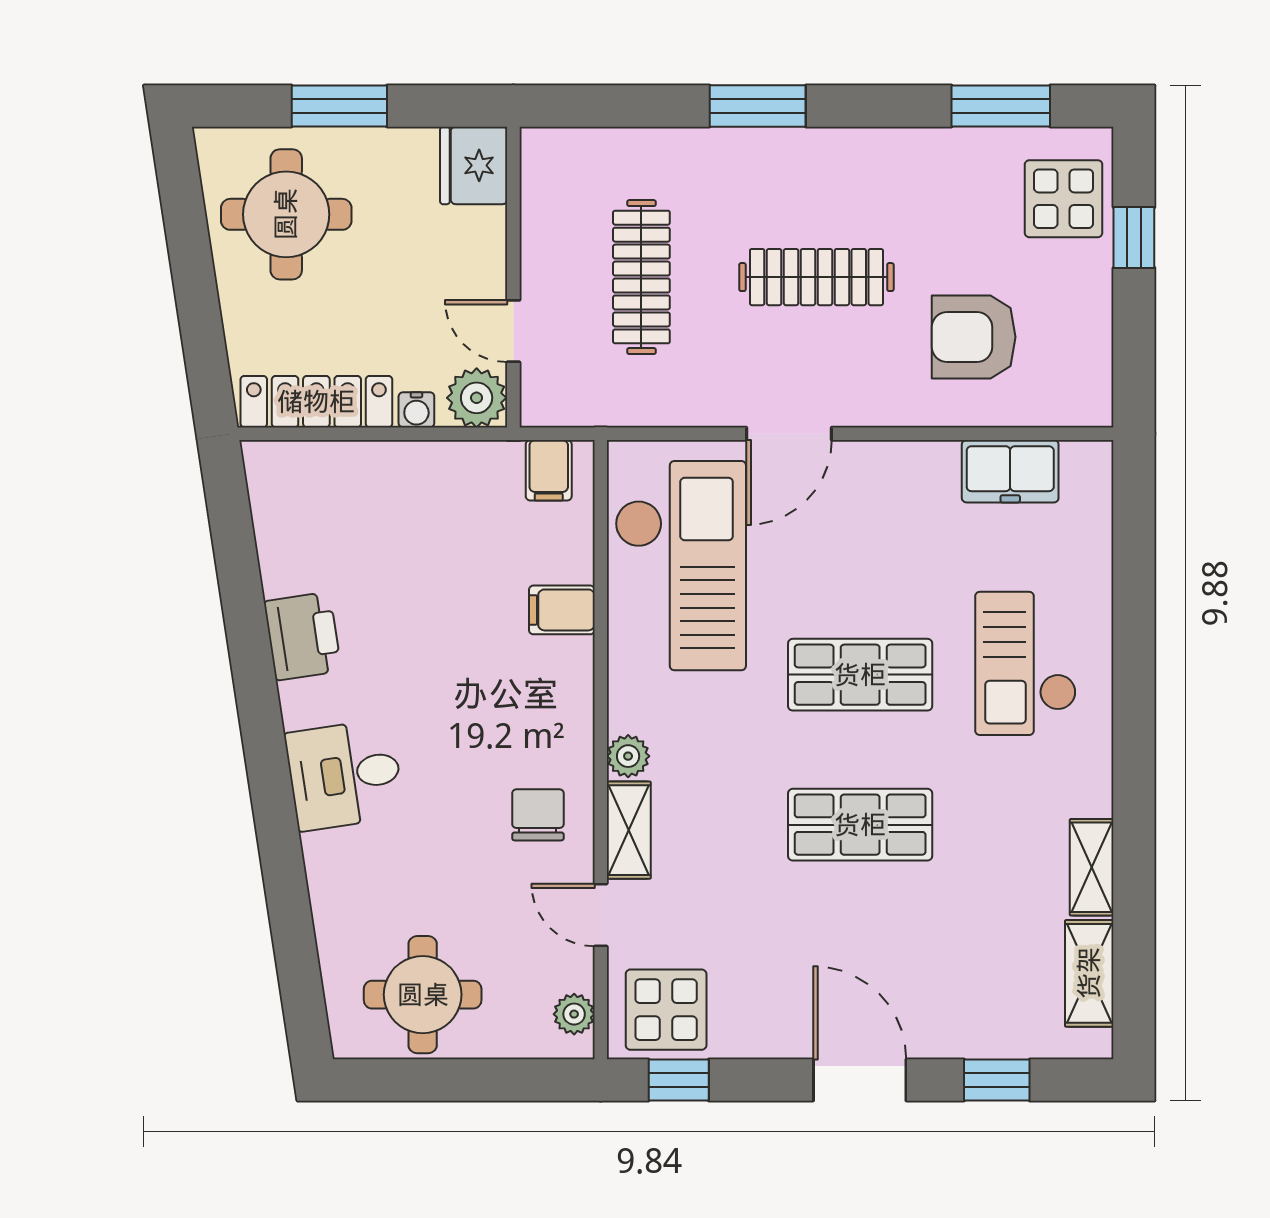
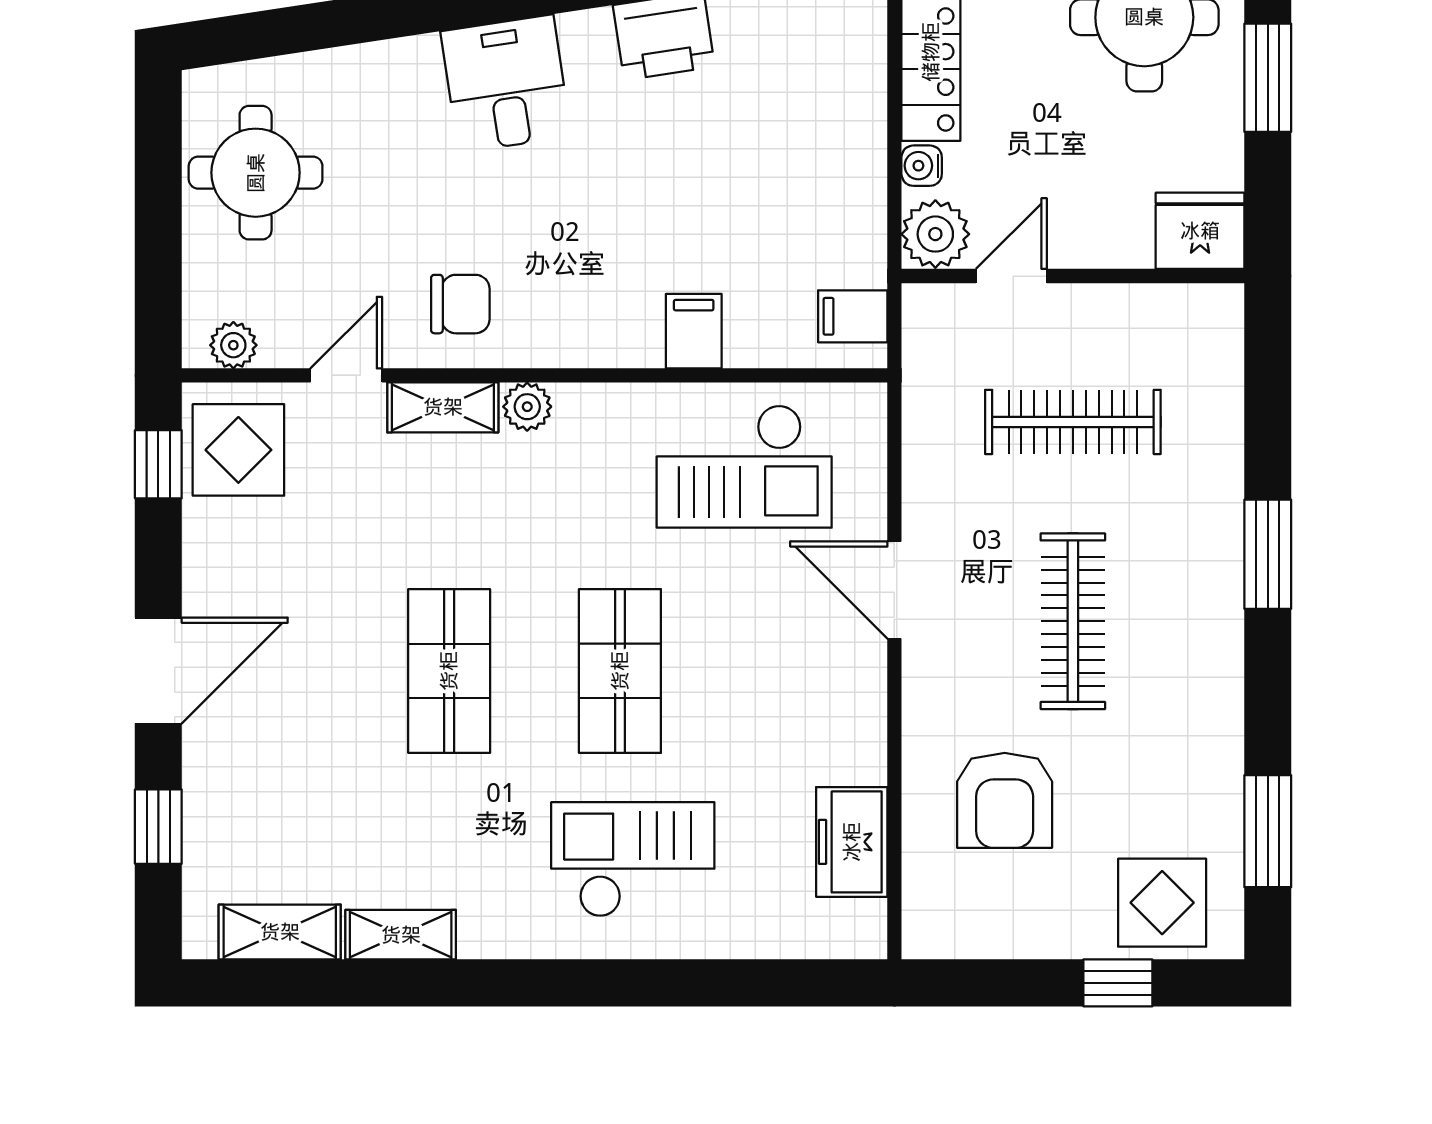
armchair: (974, 337) -> (1005, 800), turned 180
checkout: (680, 566) -> (744, 466), width x0.73, depth x0.83

